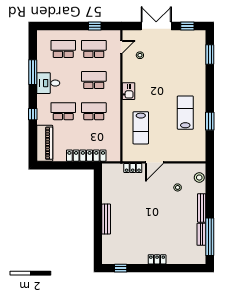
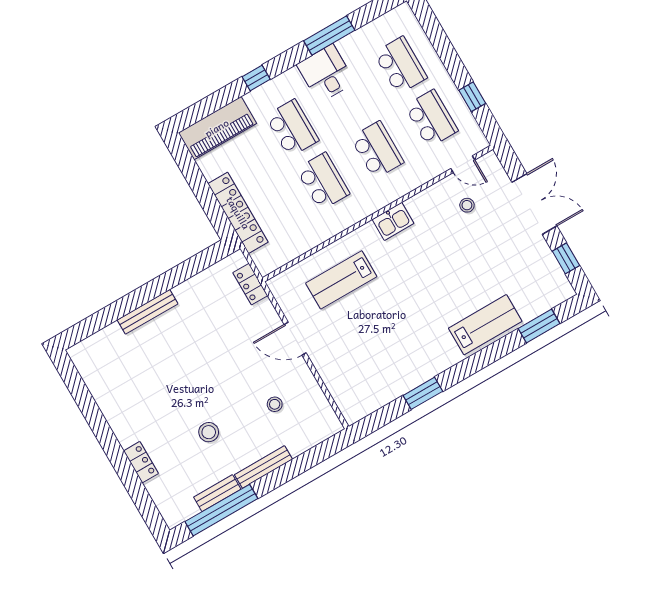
lab bench: (185, 113) -> (485, 325), moved
locker: (133, 168) -> (250, 284), moved
stool: (199, 178) -> (209, 432), moved
locker: (157, 259) -> (141, 462), moved
window: (121, 268) -> (77, 386), removed

